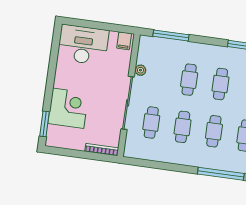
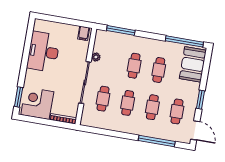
desk: (83, 45) -> (43, 52), moved, turned -90
corner desk: (68, 108) -> (37, 103), moved, turned -90

